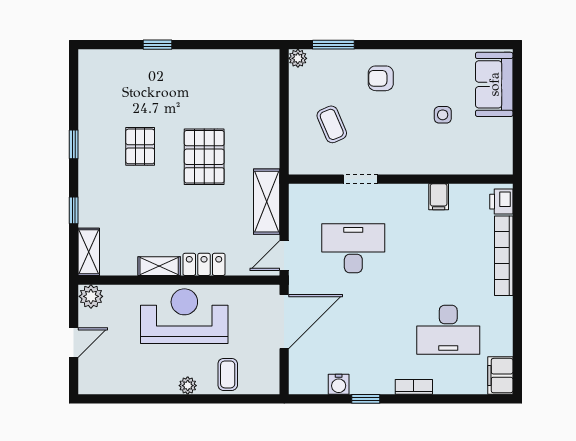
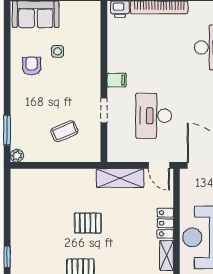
armchair: (381, 78) -> (32, 66), moved, turned 180
pallet: (204, 157) -> (88, 223), width x0.67, depth x0.71
filing cabinet: (439, 197) -> (117, 80), moved

